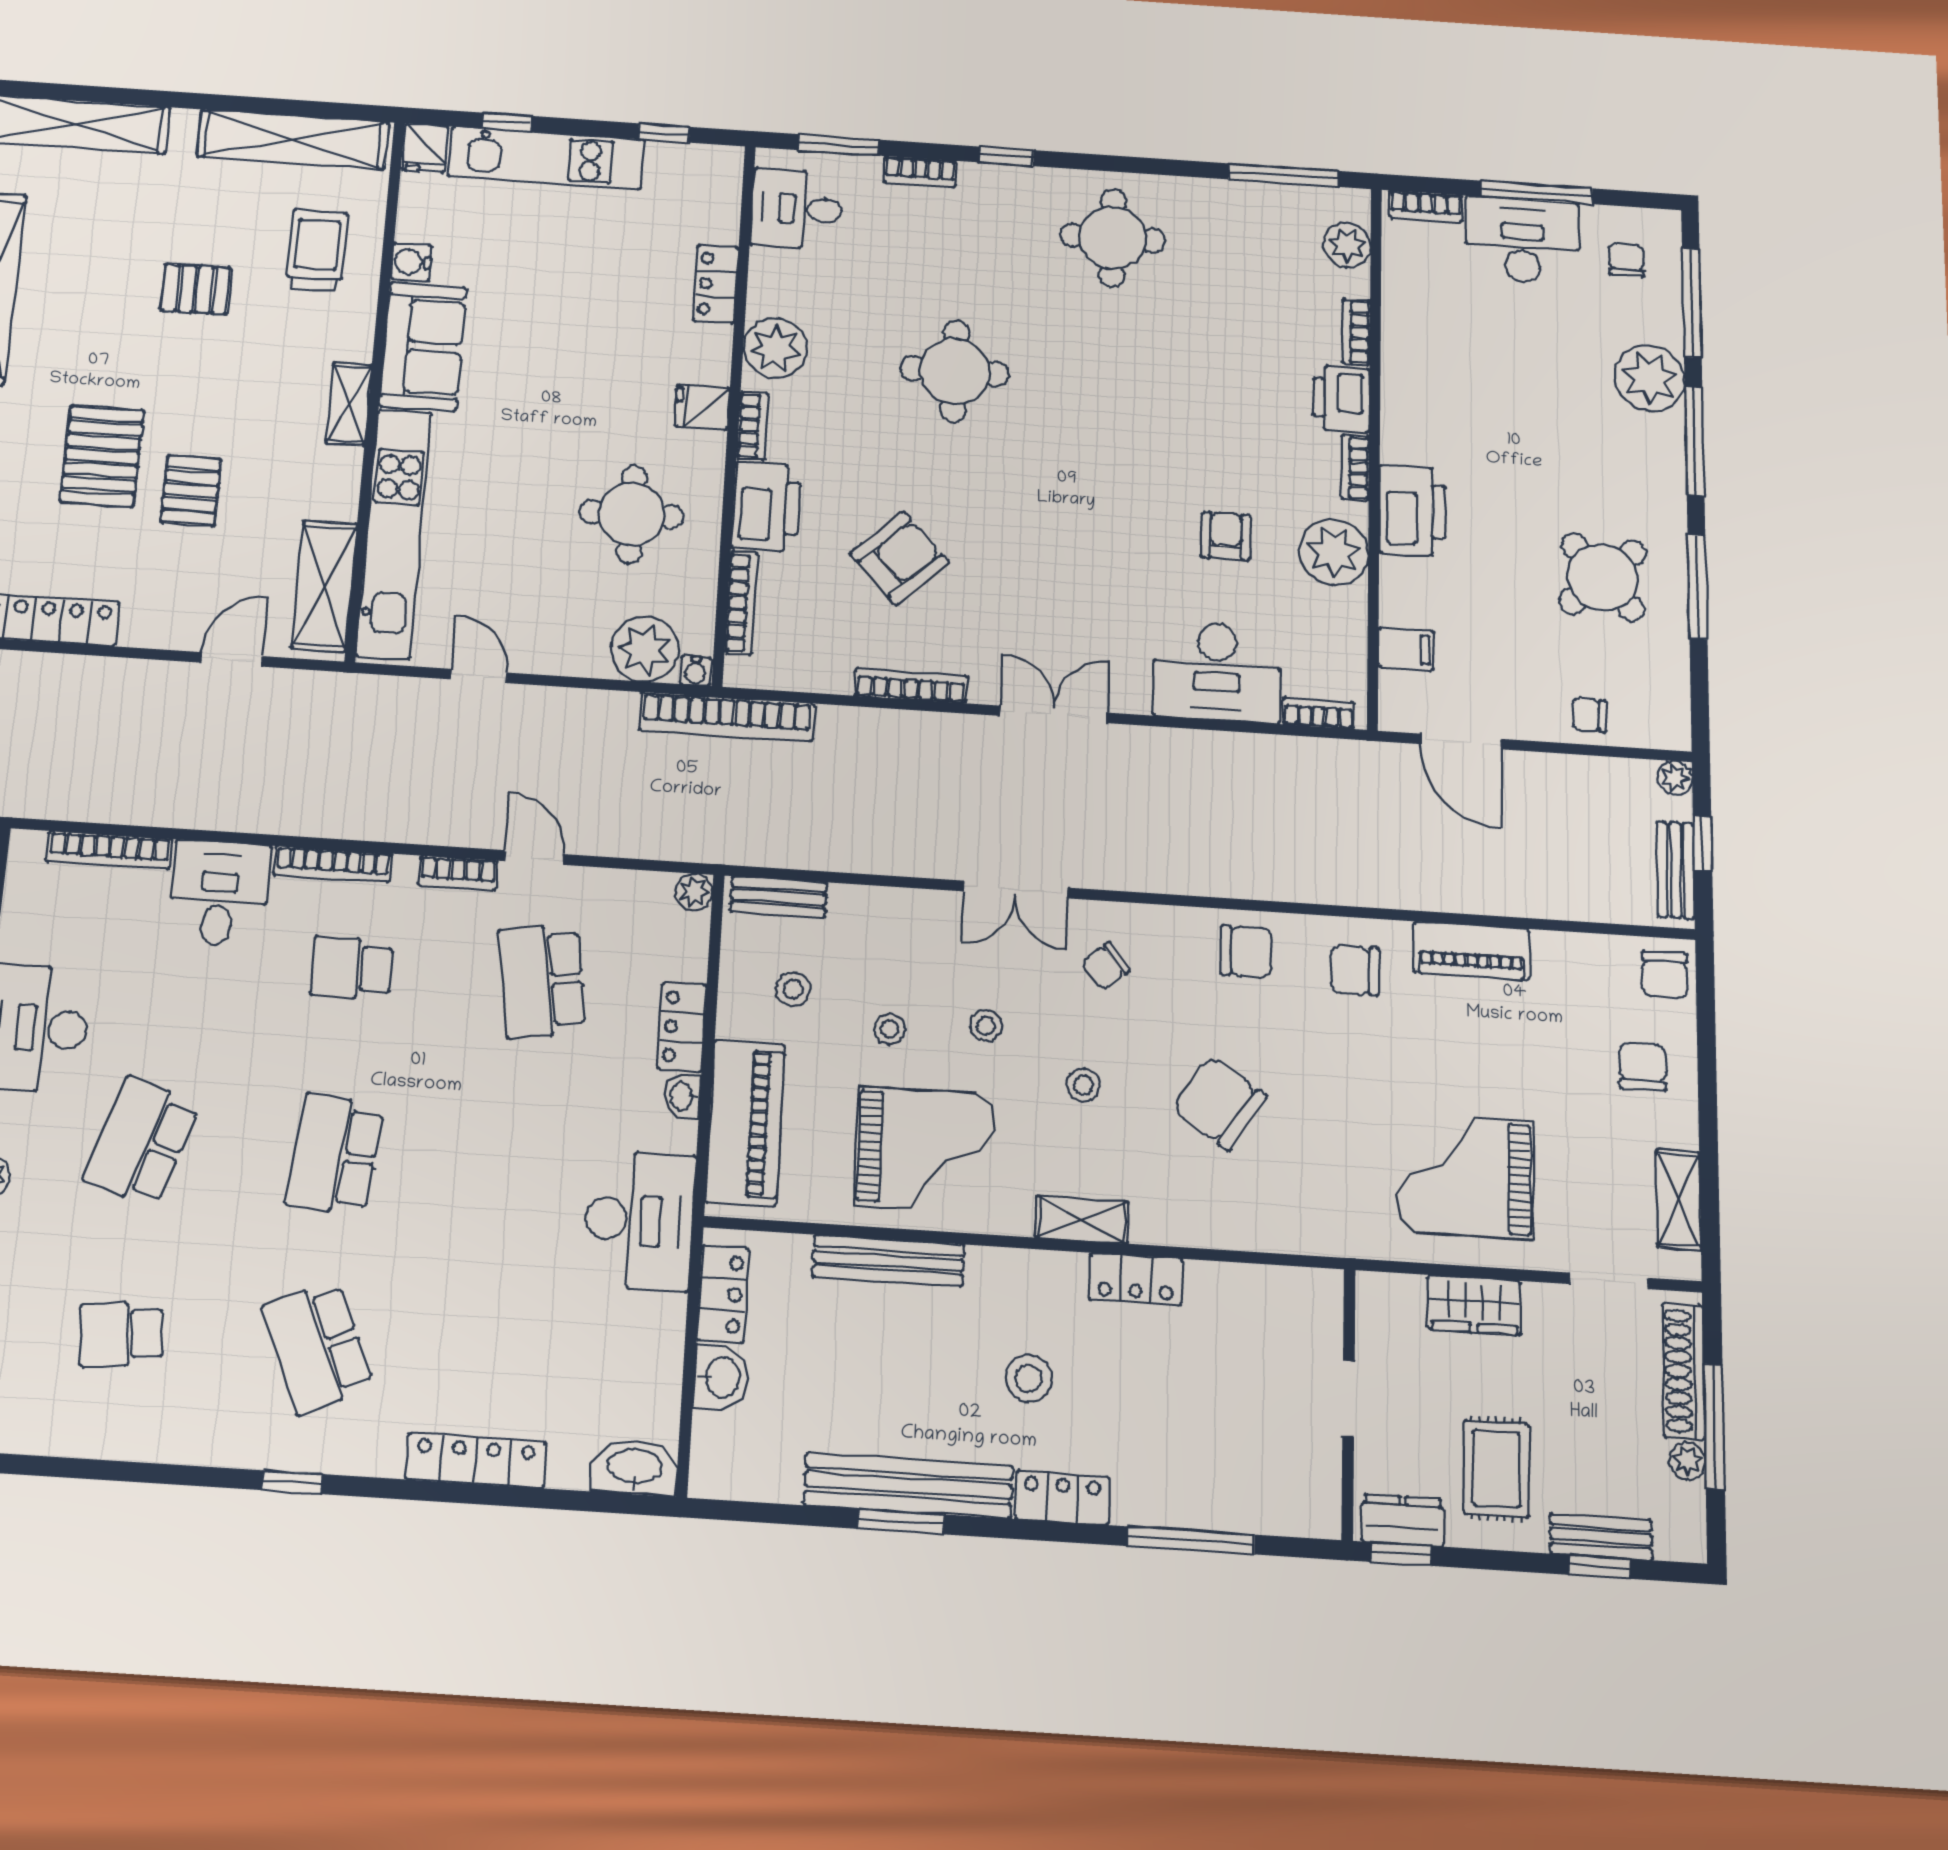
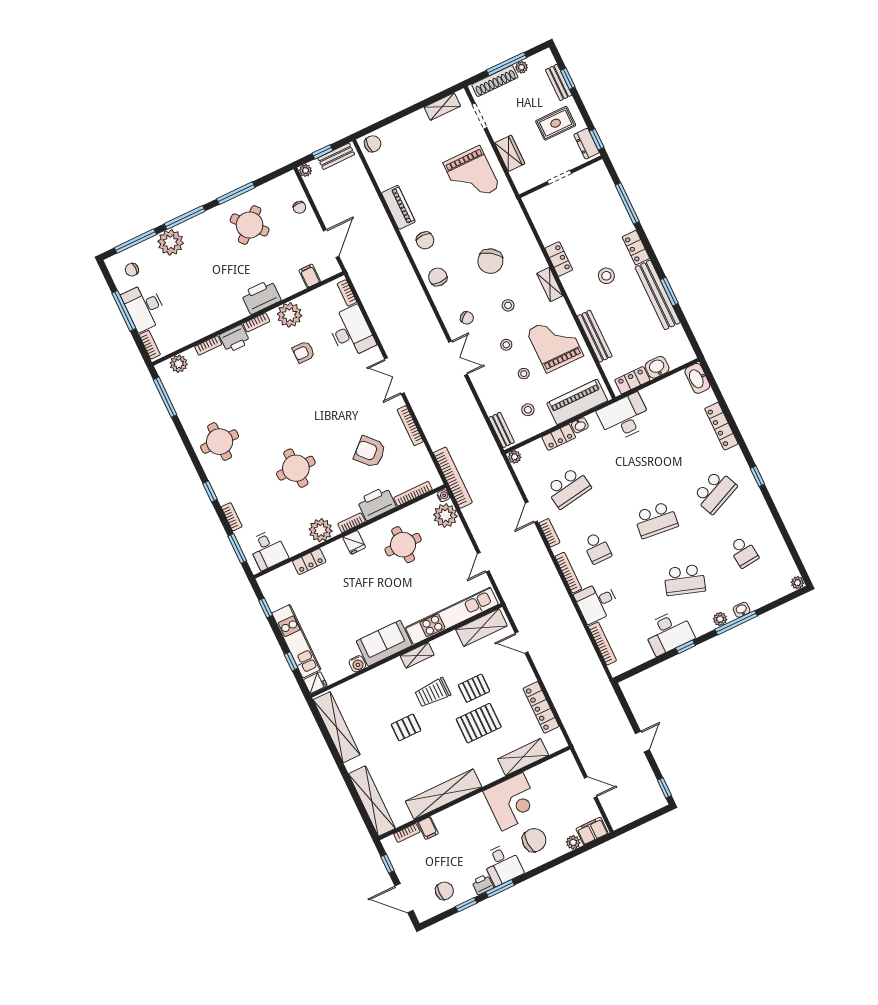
trolley: (317, 250) -> (433, 693), moved
pallet: (196, 289) -> (406, 727), turned 90
chair: (1643, 1067) -> (406, 137), removed

